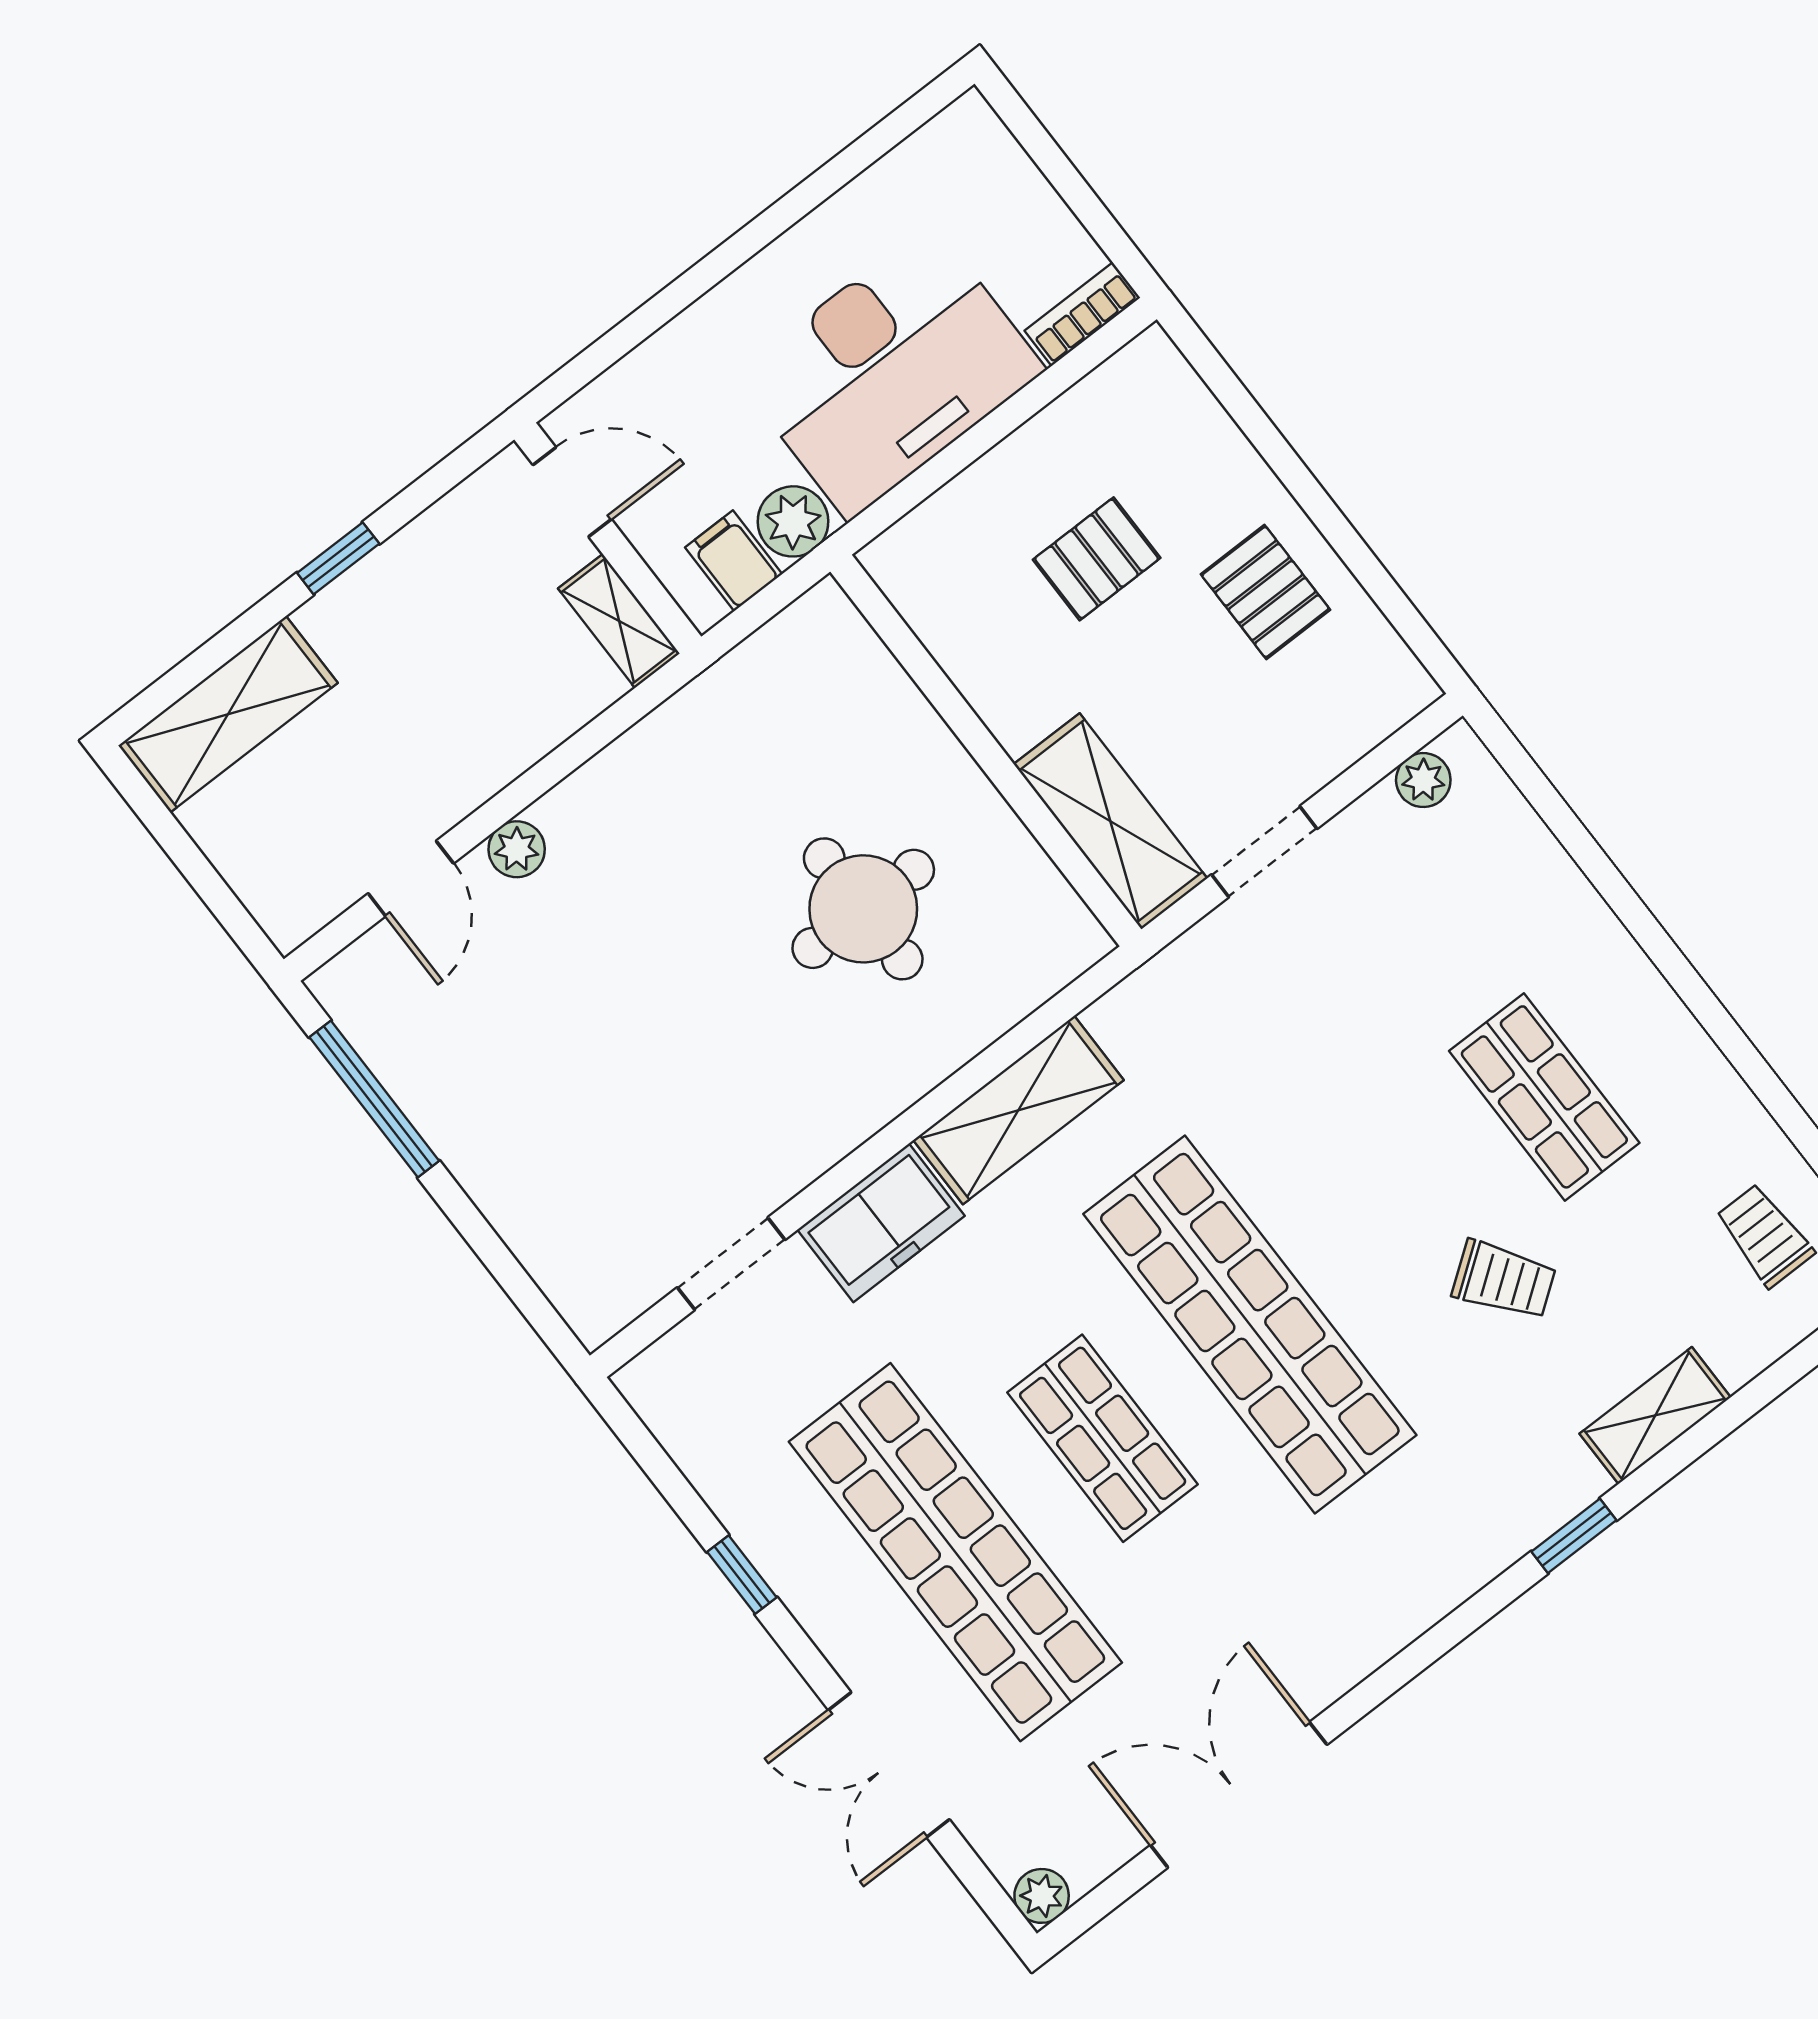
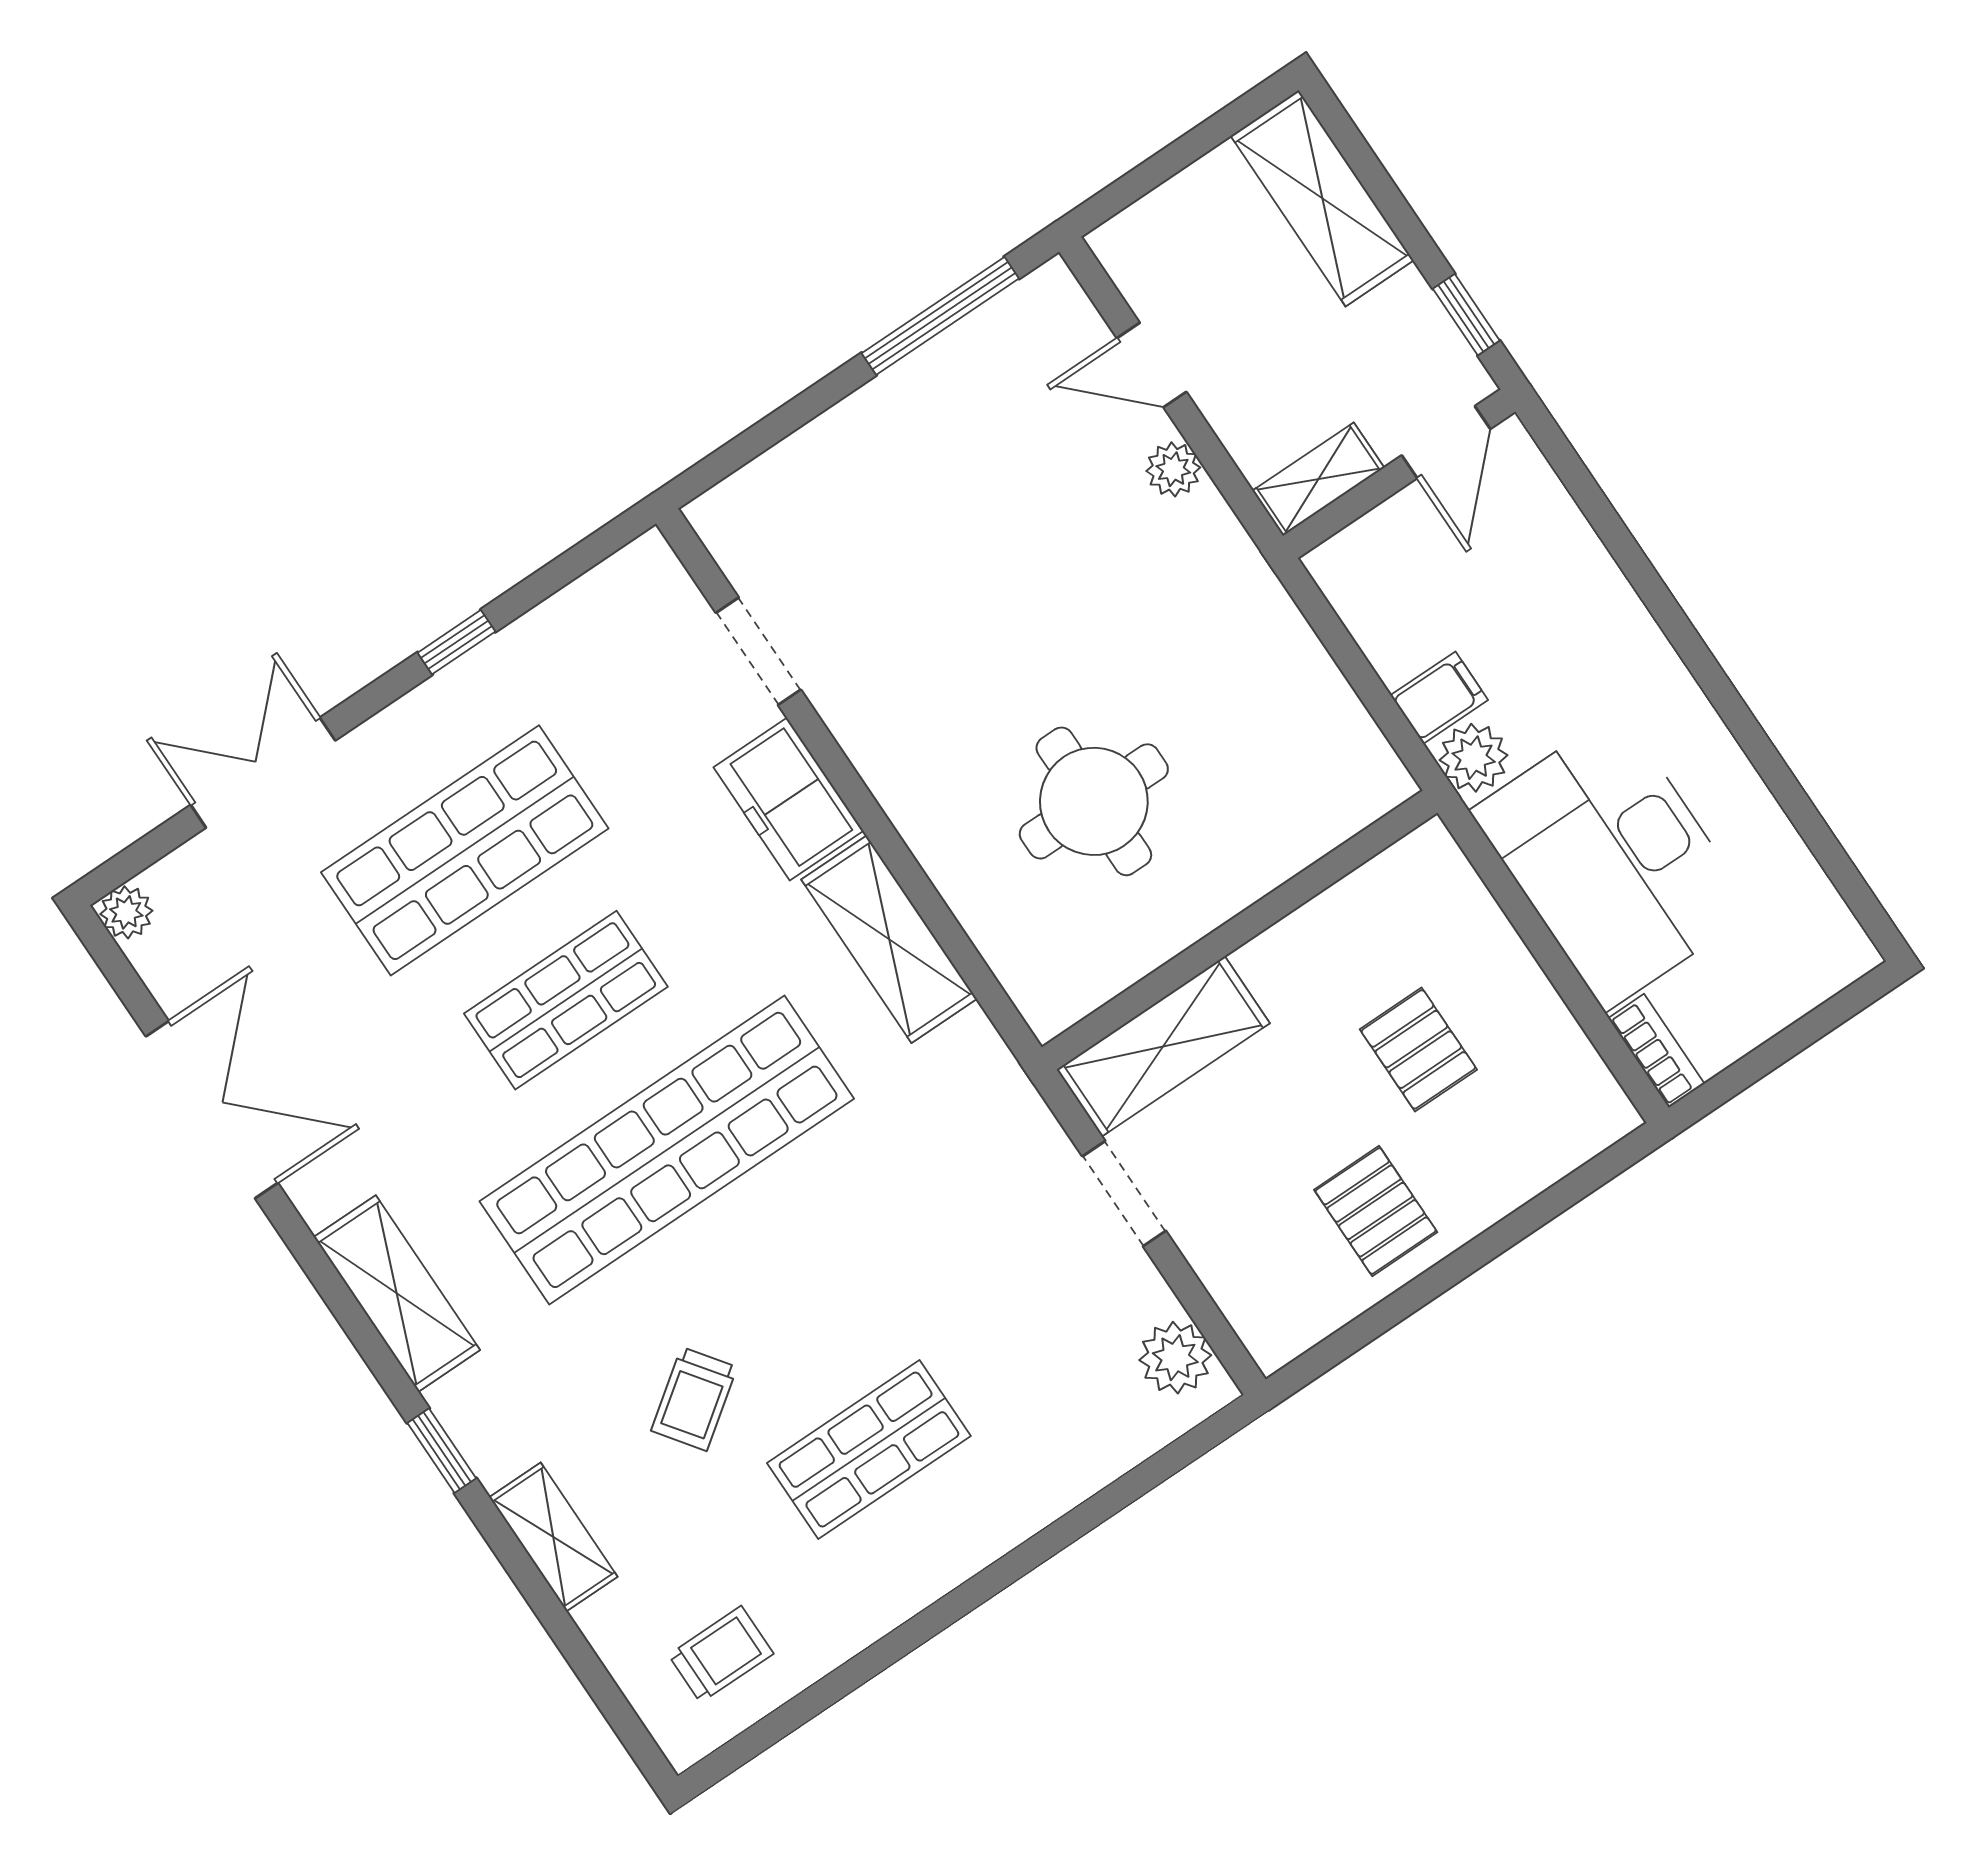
door: (572, 492) -> (1446, 442), moved
wall: (608, 538) -> (1399, 474), moved
pallet: (1265, 592) -> (1376, 1211), turned 90
shelving: (619, 621) -> (1318, 479), moved
plant: (1423, 780) -> (1175, 1358), width x1.38, depth x1.38
shop shelf: (955, 1552) -> (465, 850), width x0.71
shelving: (1415, 1592) -> (397, 1294), added

